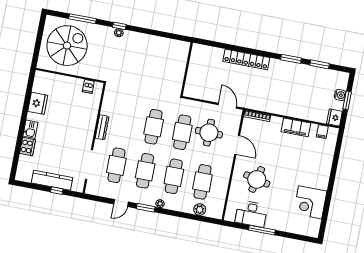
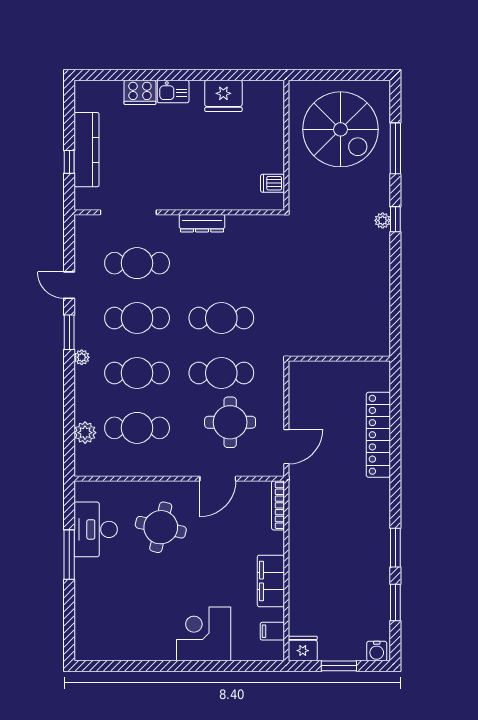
locker: (246, 60) -> (378, 435), moved
water cooler: (340, 95) -> (377, 651), moved
corner desk: (310, 202) -> (204, 634), moved

